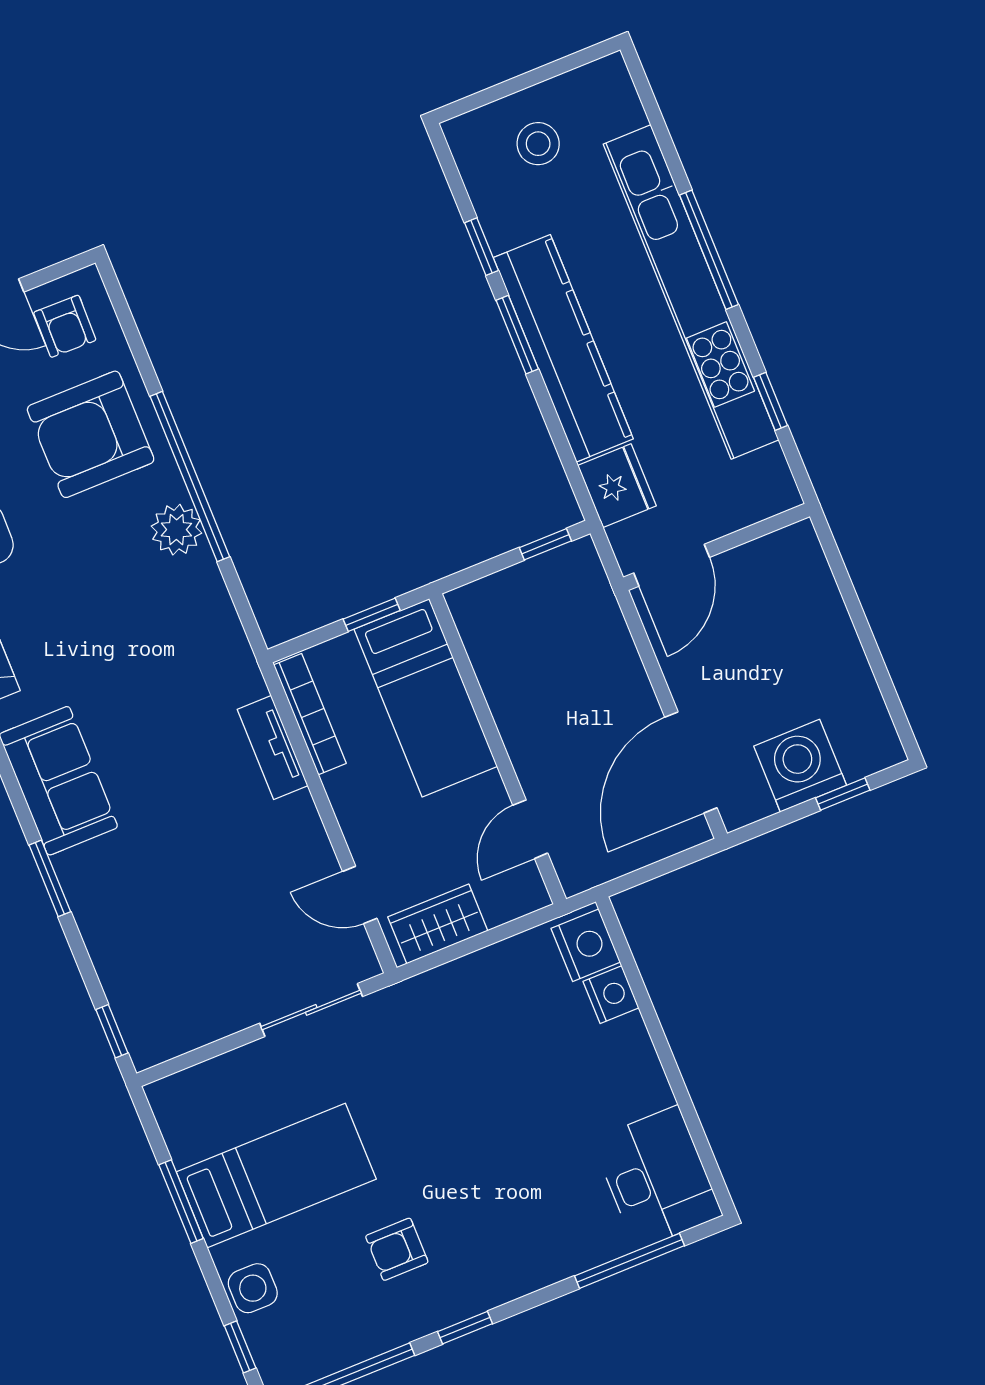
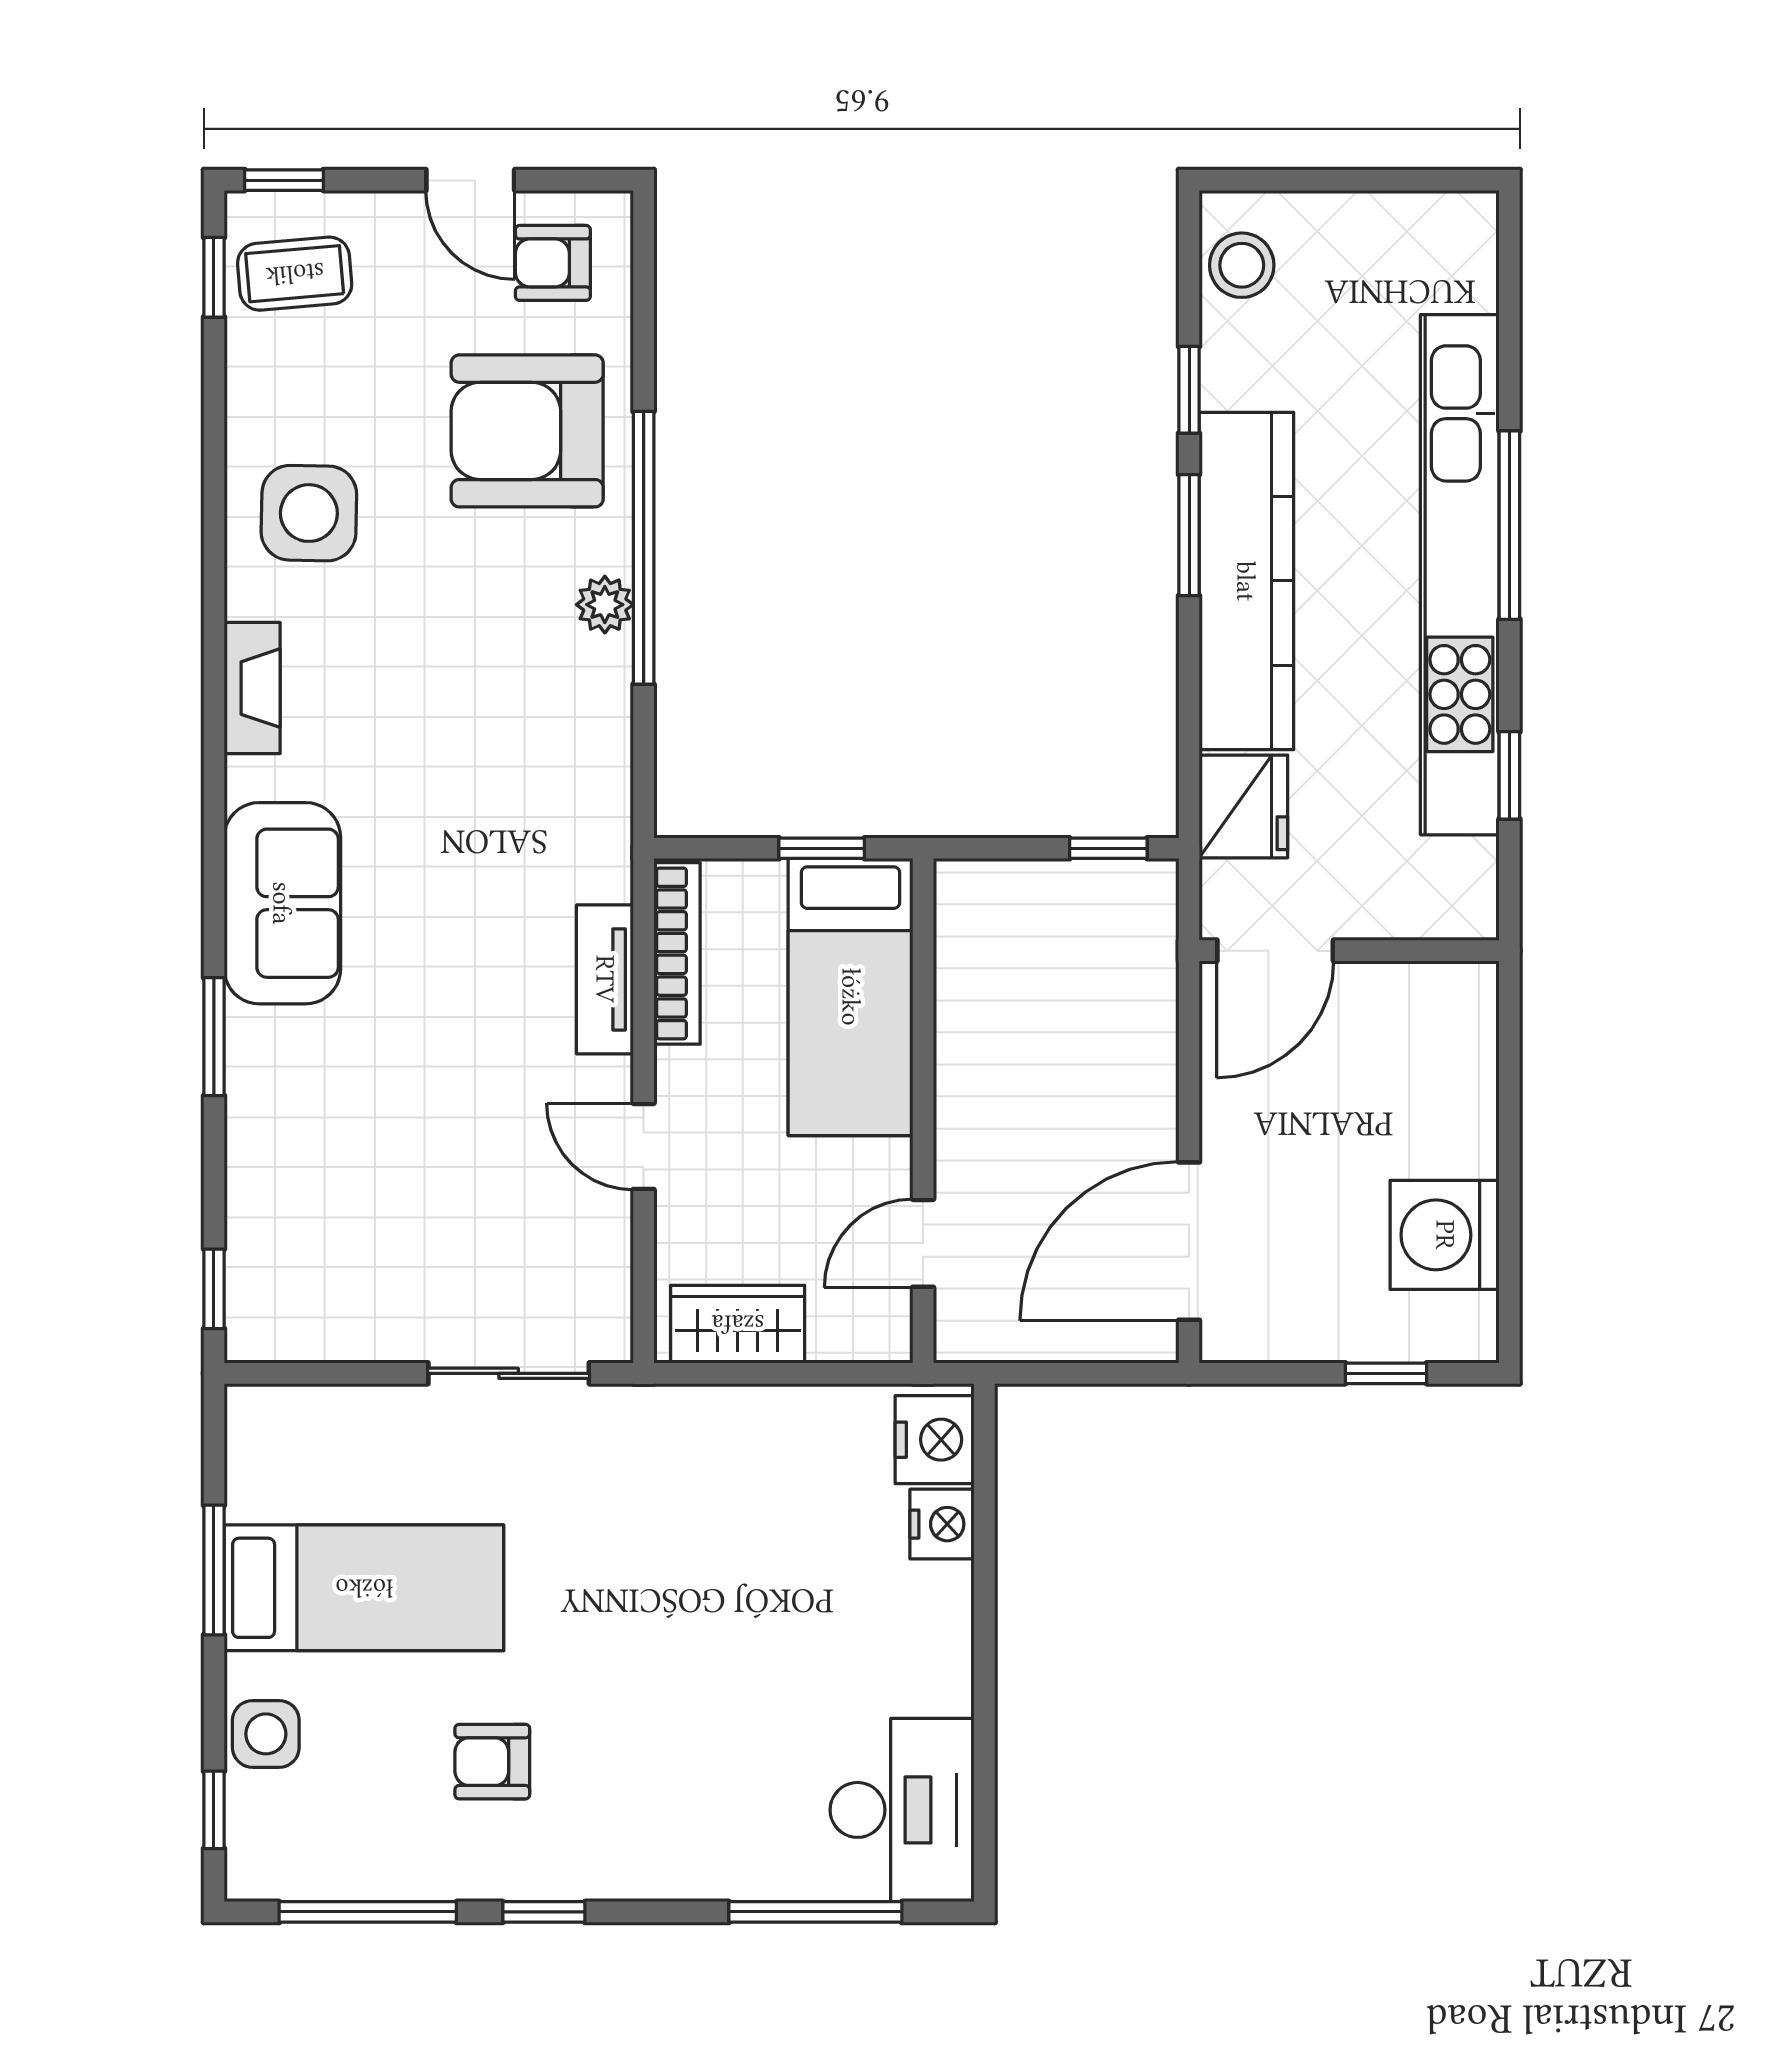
stool: (538, 144) -> (1242, 265), moved
armchair: (65, 326) -> (553, 263), turned 89
plant: (176, 530) -> (605, 605), width x0.73, depth x0.73
washing machine: (800, 766) -> (1445, 1235), moved, turned -90
door: (360, 895) -> (644, 1146), moved

